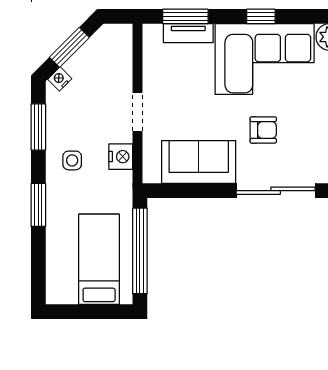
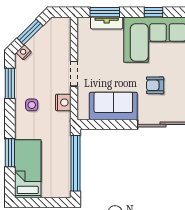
armchair: (263, 130) -> (155, 85), turned 180
window: (38, 205) -> (10, 153), moved
bed: (99, 259) -> (28, 169), moved

